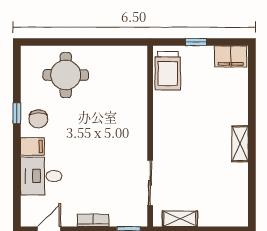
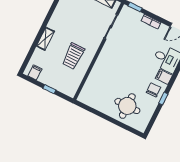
filing cabinet: (231, 56) -> (35, 72), width x0.50
trolley: (168, 71) -> (73, 56), moved, turned 180
shelving: (240, 144) -> (45, 39), moved

